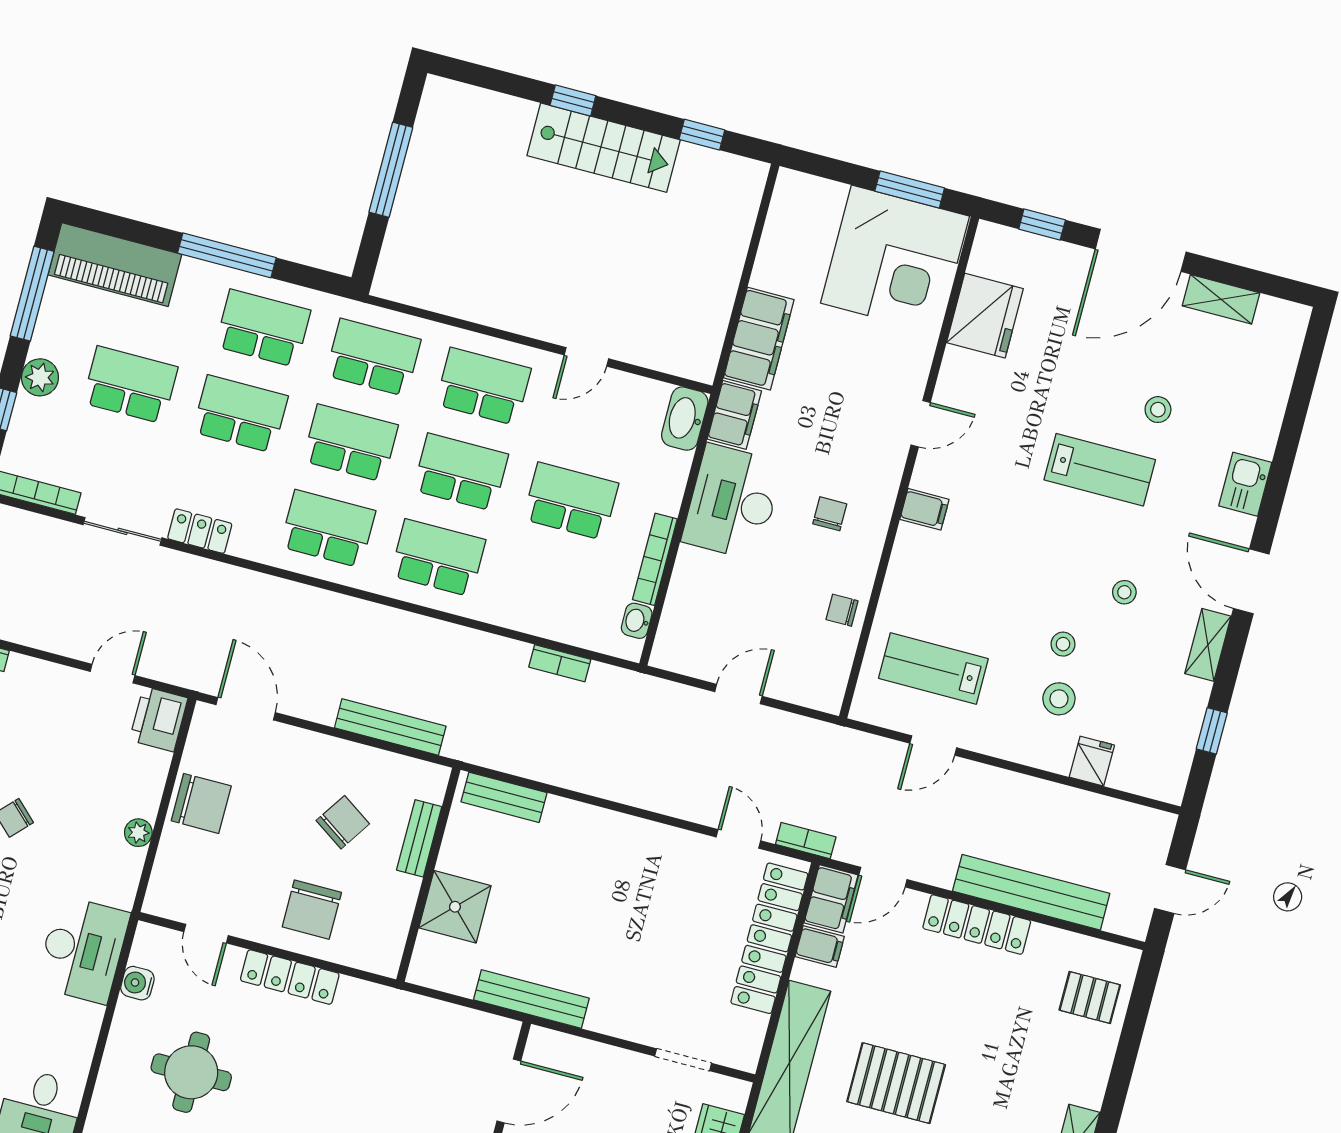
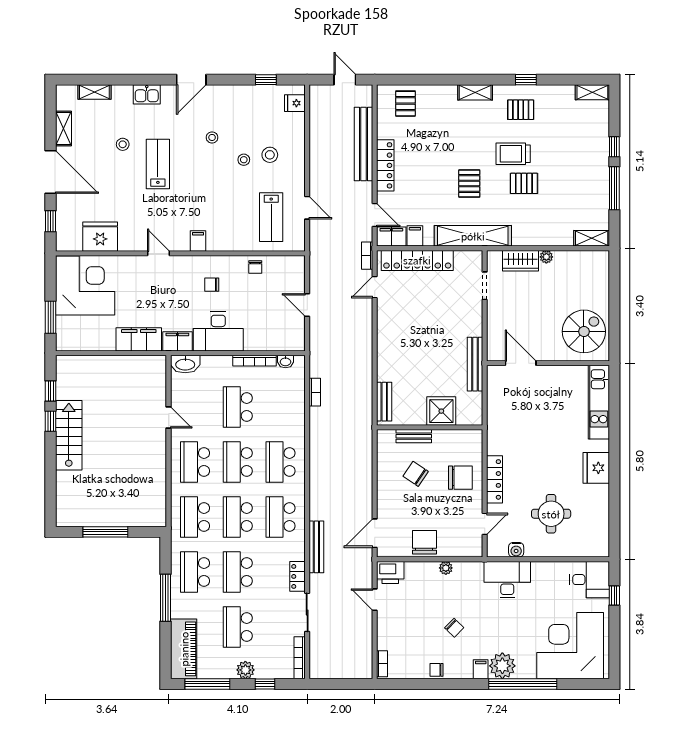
window: (573, 100) -> (51, 421), moved
window: (910, 189) -> (51, 317), moved
shelving: (1208, 645) -> (94, 92), moved
bench: (390, 727) -> (316, 547), moved
fridge: (1092, 761) -> (295, 103), moved
pallet: (896, 1083) -> (469, 183), width x0.67, depth x0.71

